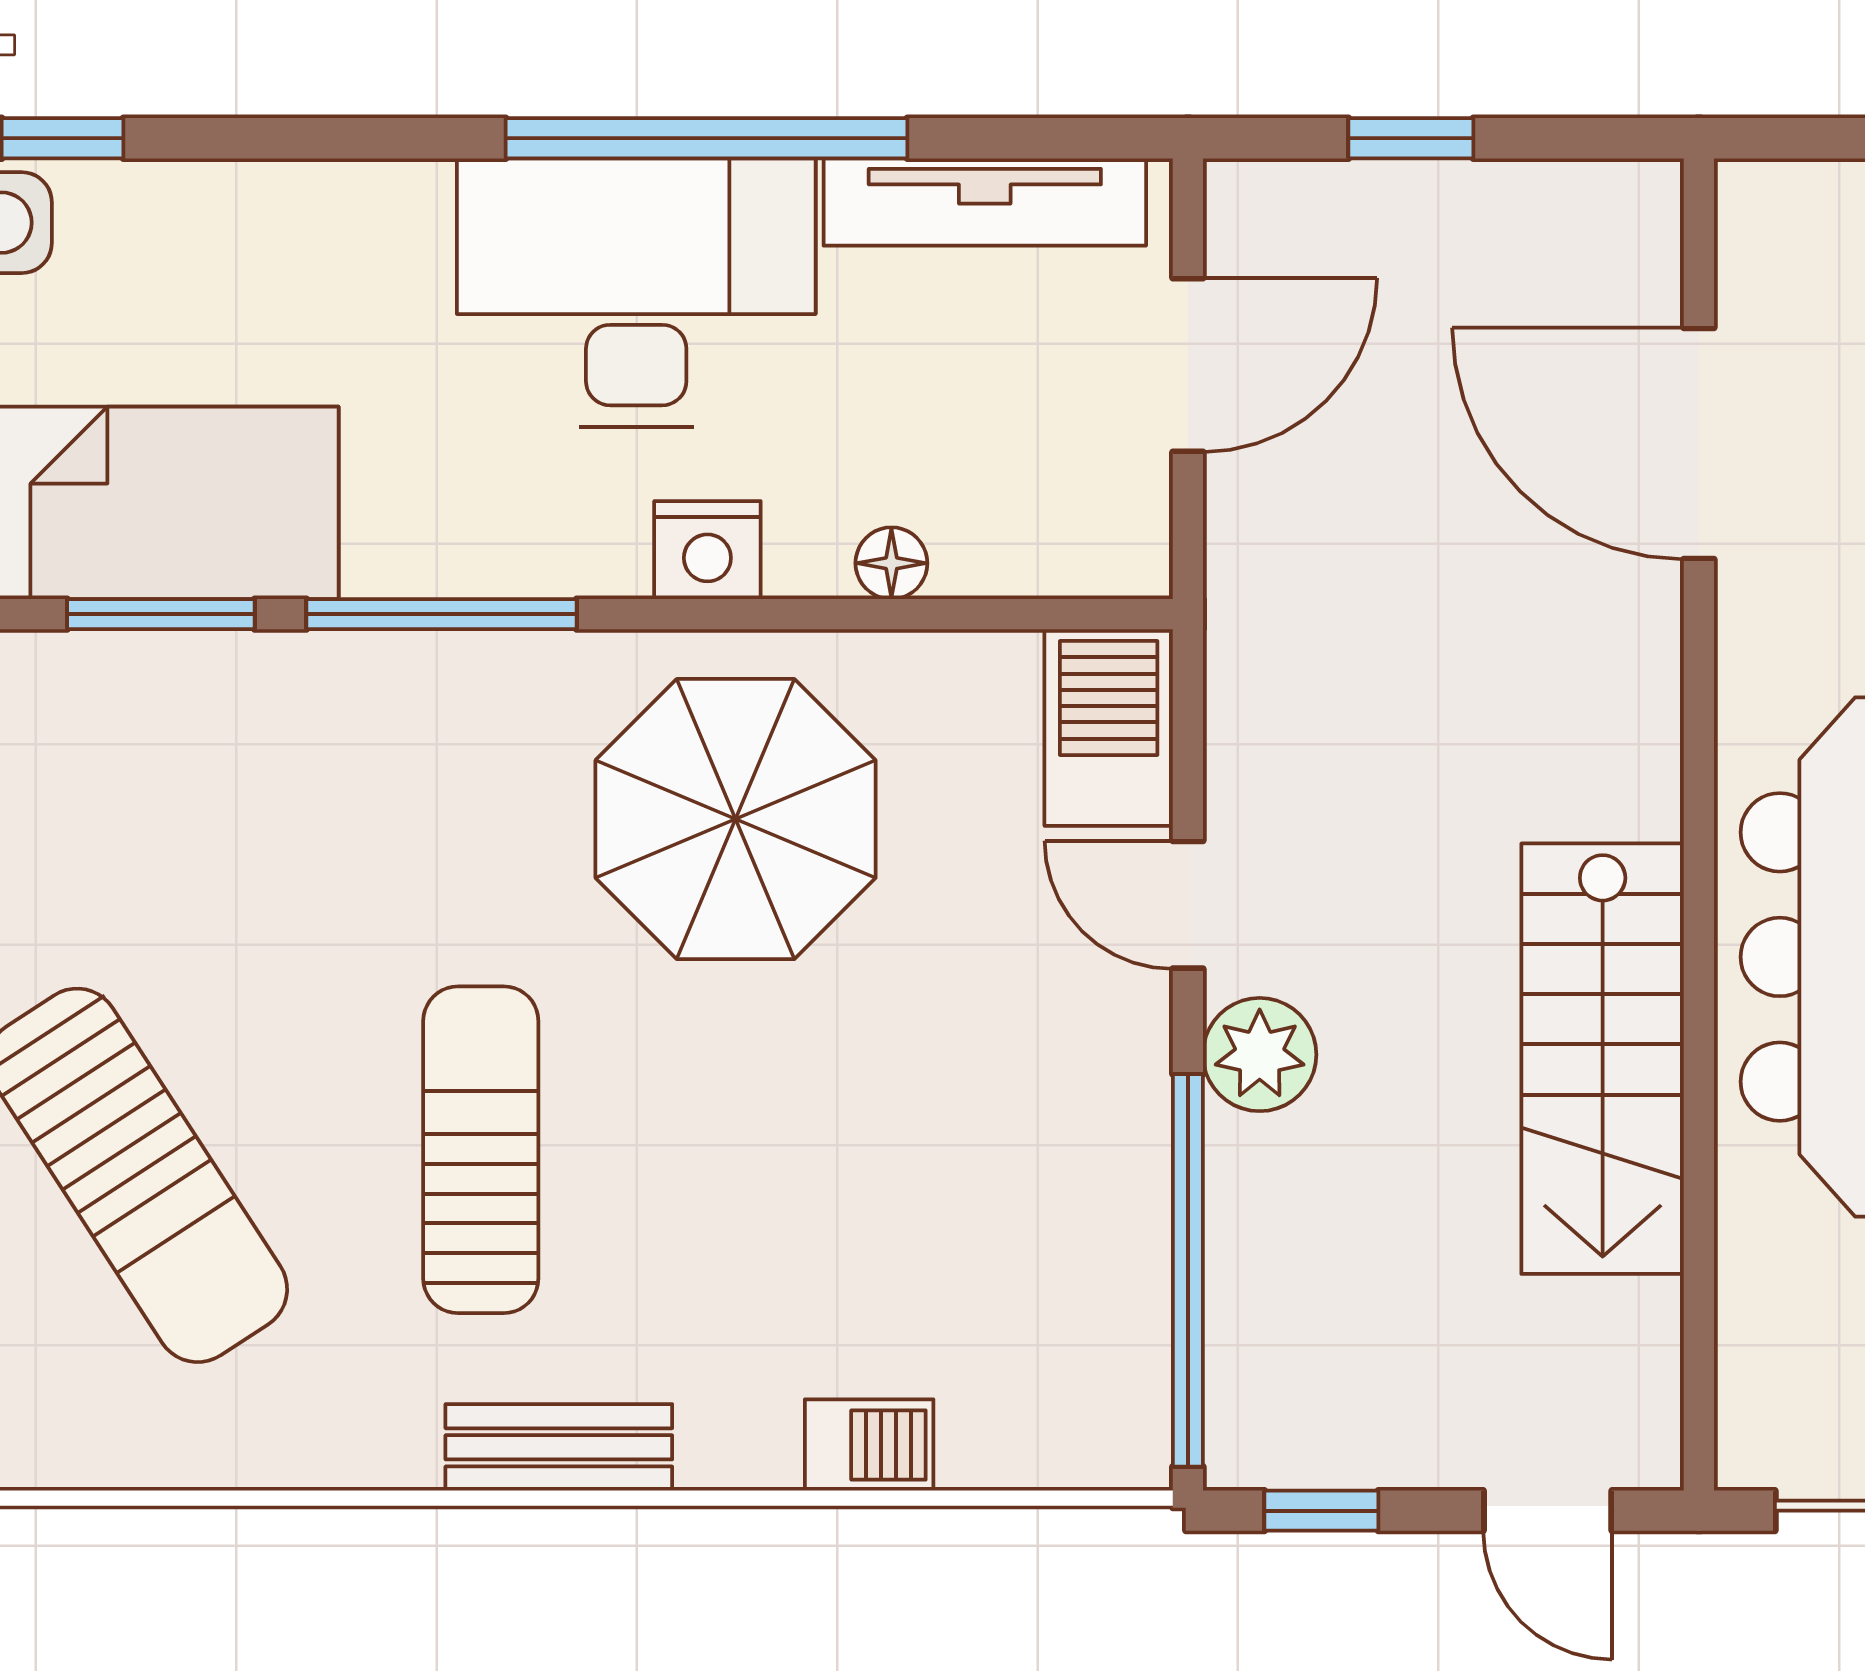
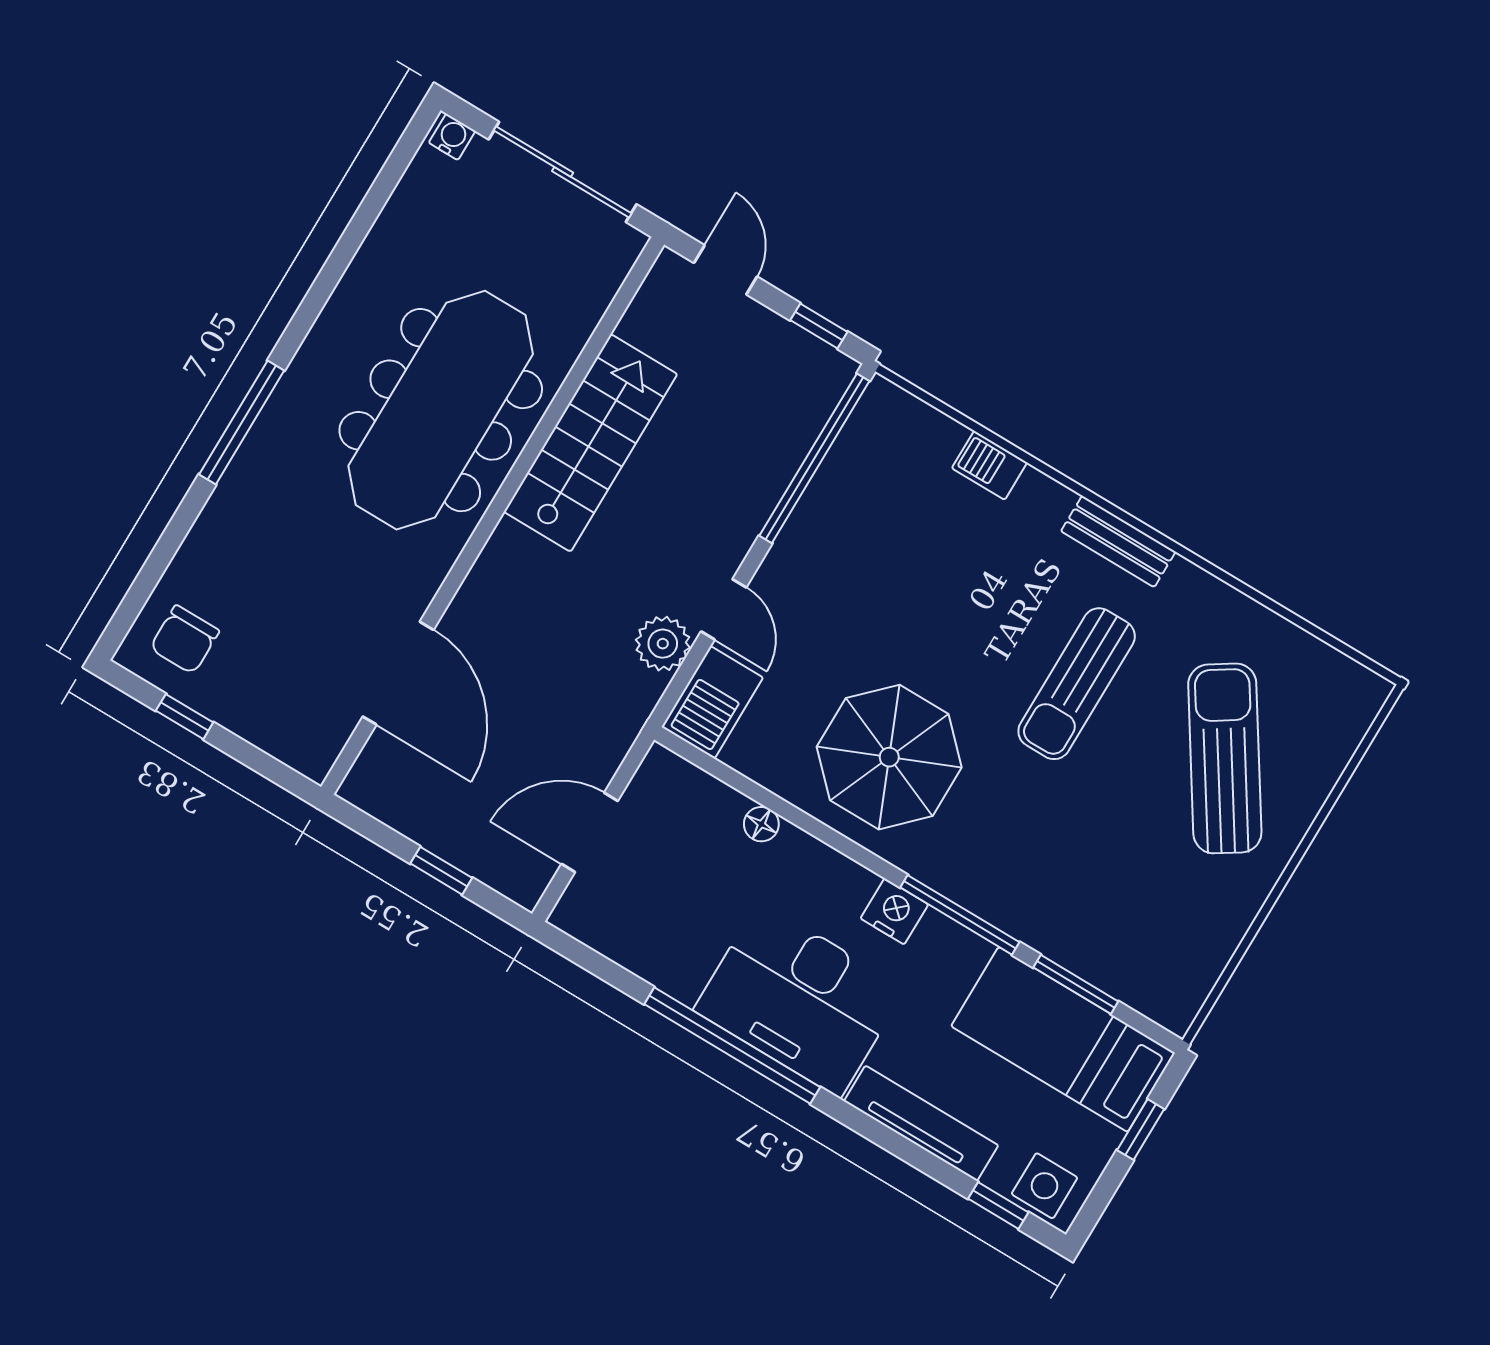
tv unit: (985, 202) -> (921, 1123), moved
nightstand: (707, 550) -> (894, 911), moved
plant: (1260, 1055) -> (663, 644), moved

